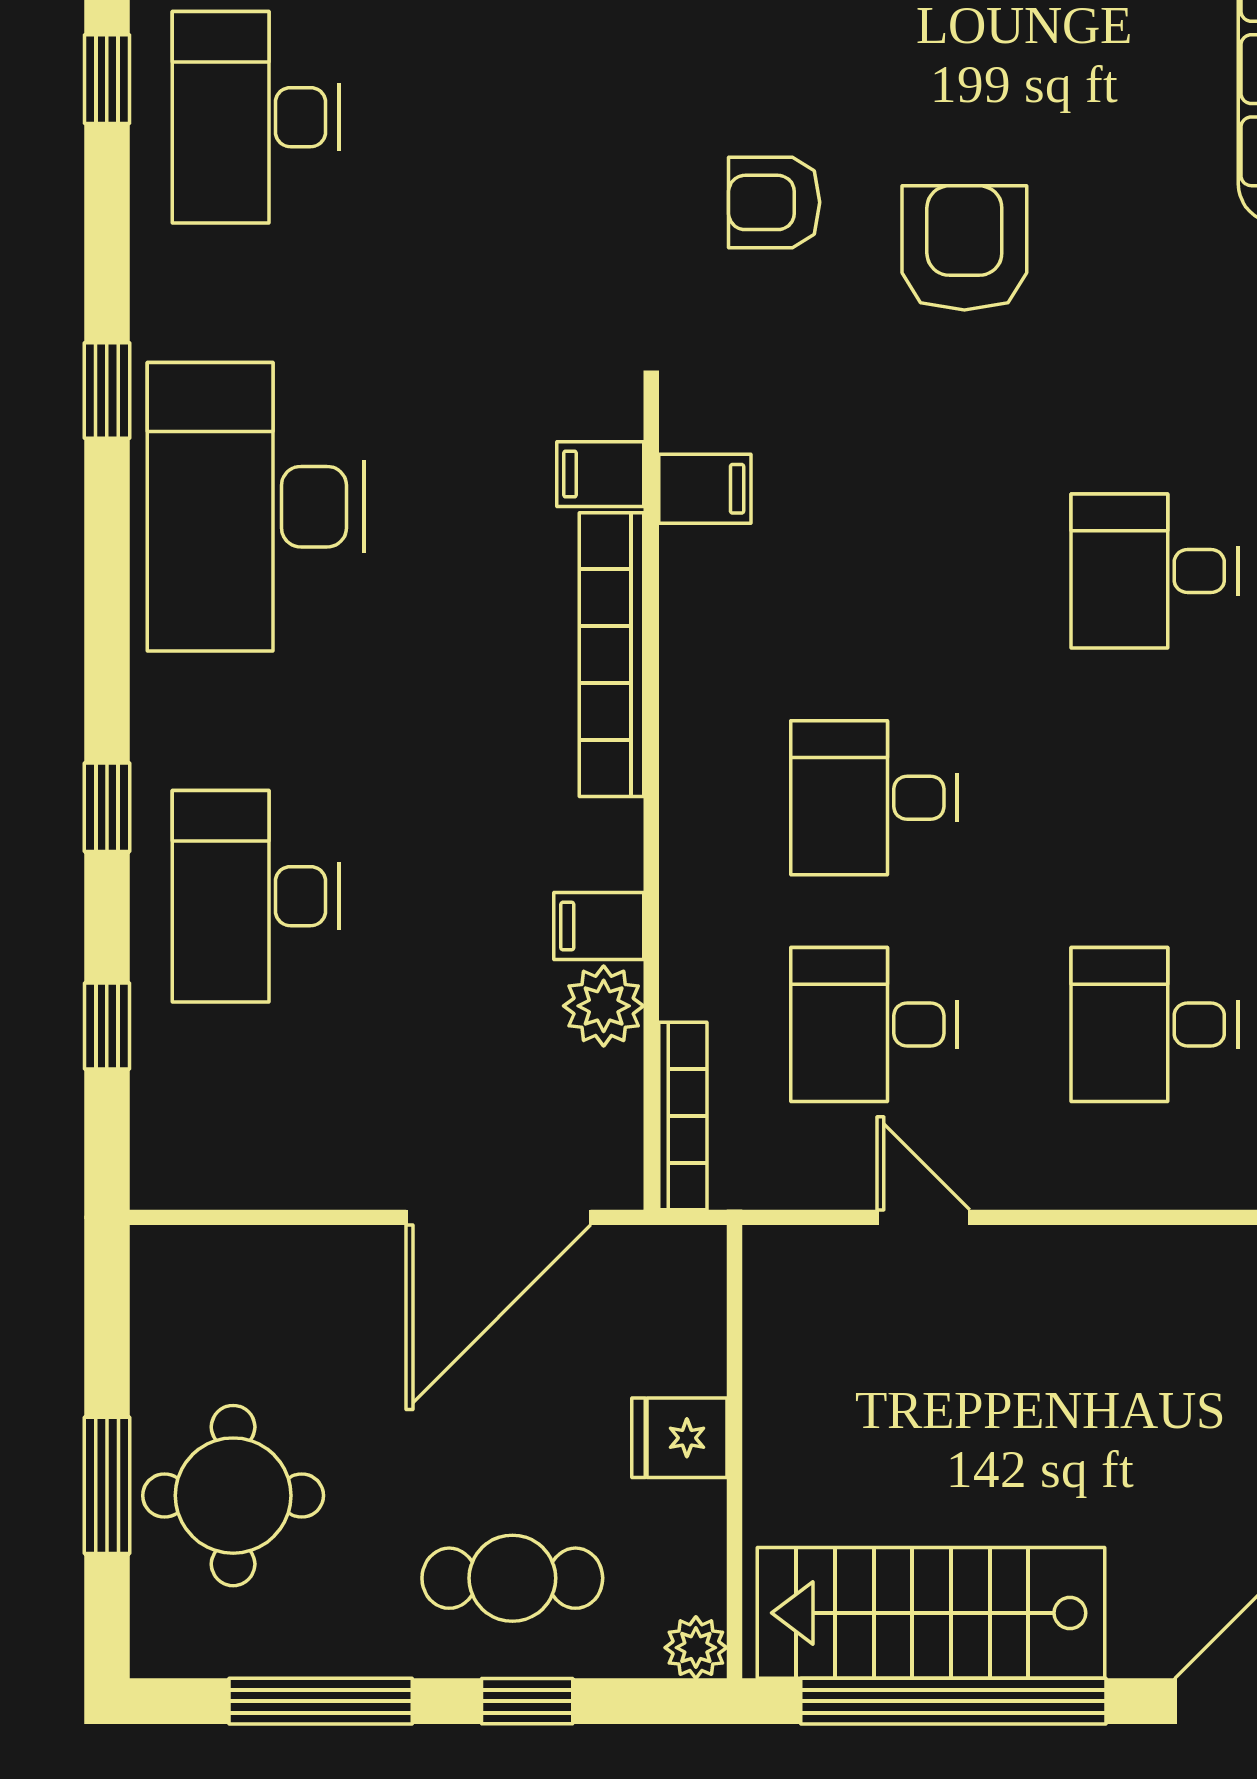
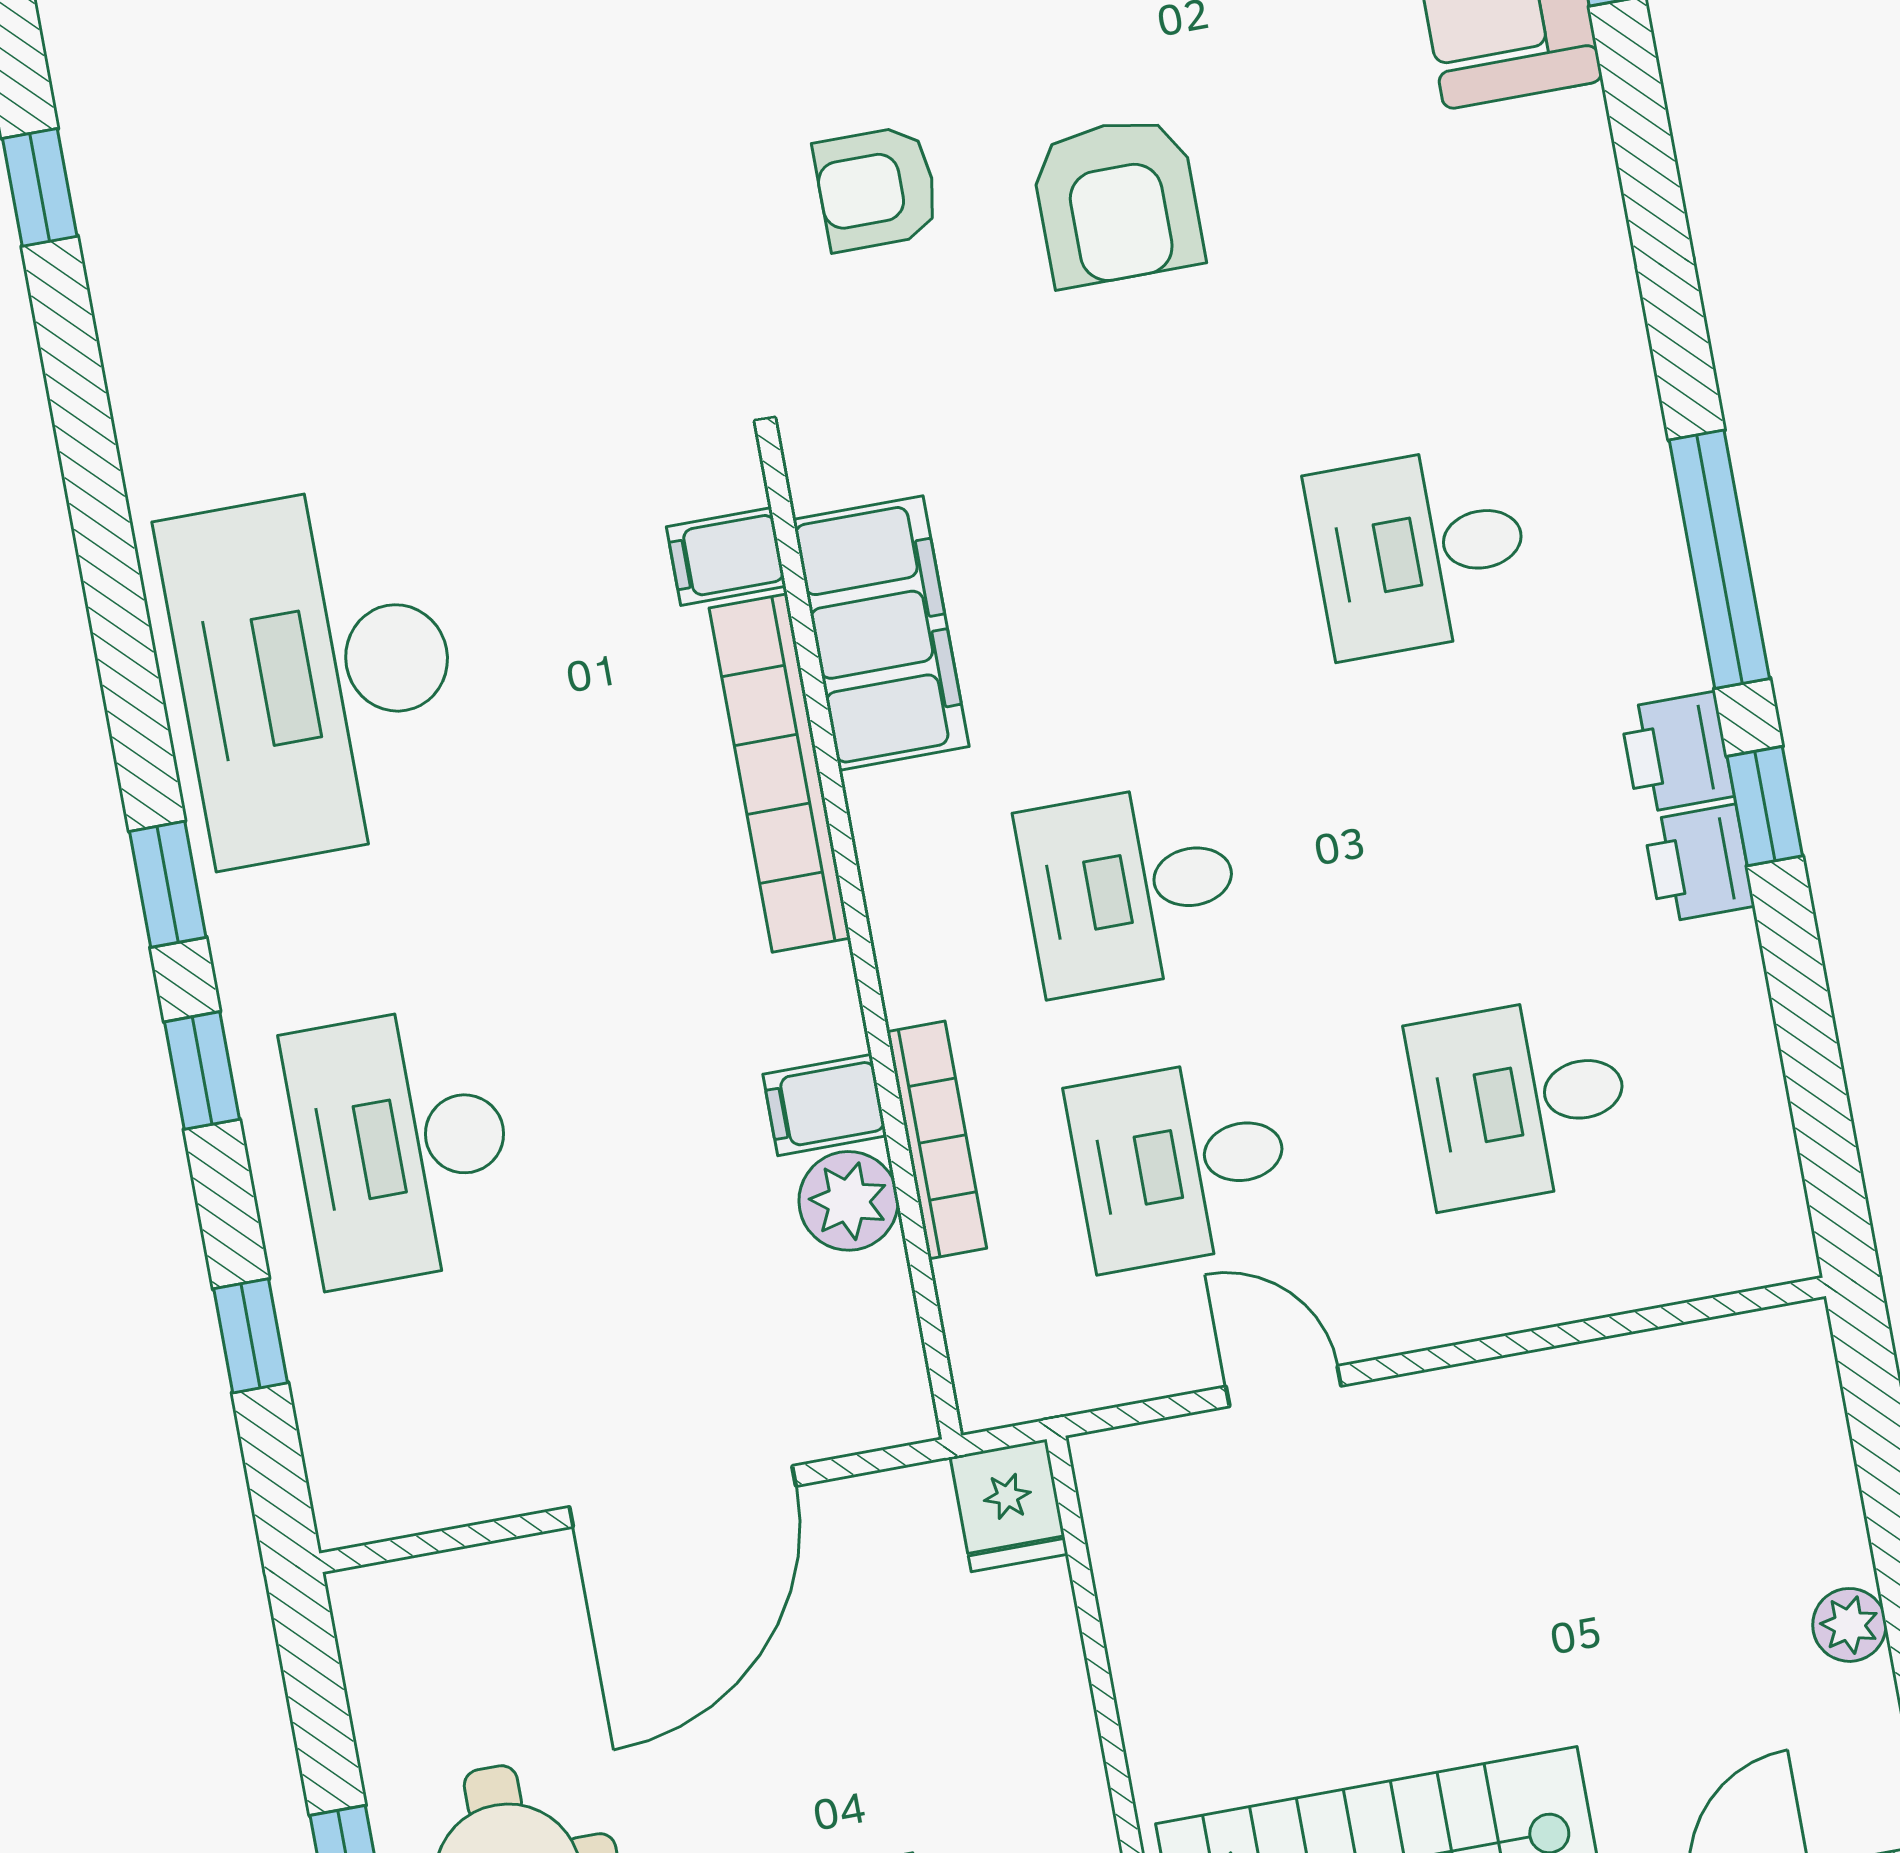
desk: (256, 117) -> (229, 200), removed
armchair: (964, 248) -> (1117, 201), turned 180
window: (107, 391) -> (168, 884), moved
filing cabinet: (705, 489) -> (881, 633), width x3.00, depth x1.17
bookcase: (683, 1116) -> (937, 1140), moved
door: (498, 1217) -> (683, 1496), moved
fridge: (679, 1438) -> (1009, 1506), moved, turned -90

